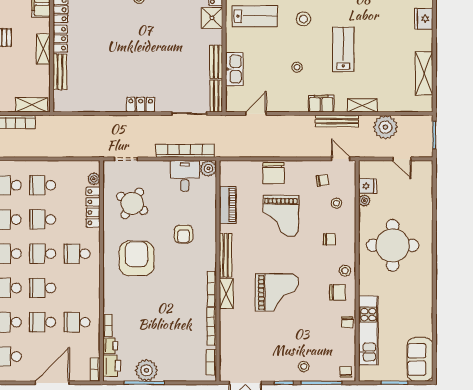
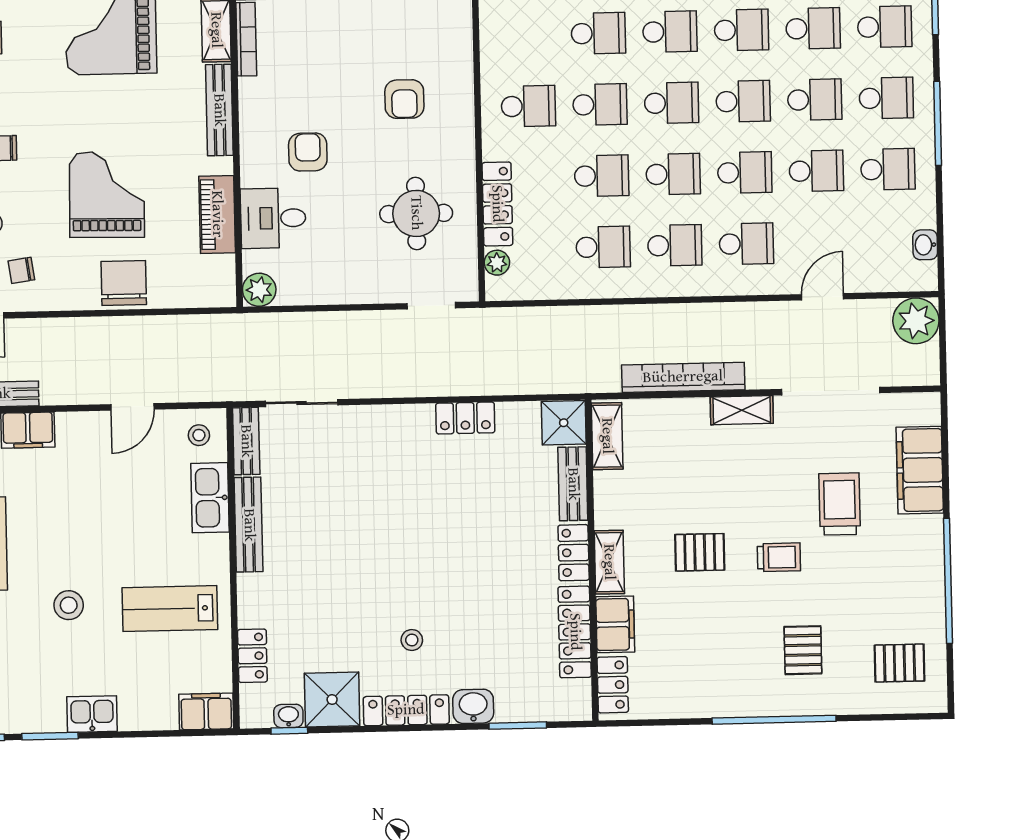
shower: (212, 18) -> (564, 423), moved
shelving: (43, 49) -> (609, 562), moved
bench: (216, 62) -> (249, 525), width x1.36
stool: (297, 67) -> (199, 435), moved
shelving: (32, 105) -> (607, 436), moved, turned 90
locker: (141, 105) -> (465, 418), moved
door: (256, 114) -> (132, 407), moved
bookcase: (185, 151) -> (309, 325), removed
desk: (185, 176) -> (273, 218), moved, turned 90
round table: (132, 203) -> (416, 213), turned -32
armchair: (137, 258) -> (404, 99), width x0.53, depth x0.53

